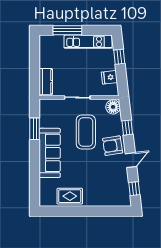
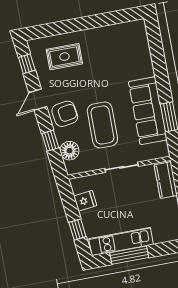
window: (67, 30) -> (129, 255), moved
floor lamp: (113, 107) -> (69, 151), moved
sofa: (50, 153) -> (148, 111), moved
rug: (70, 196) -> (64, 57), moved

